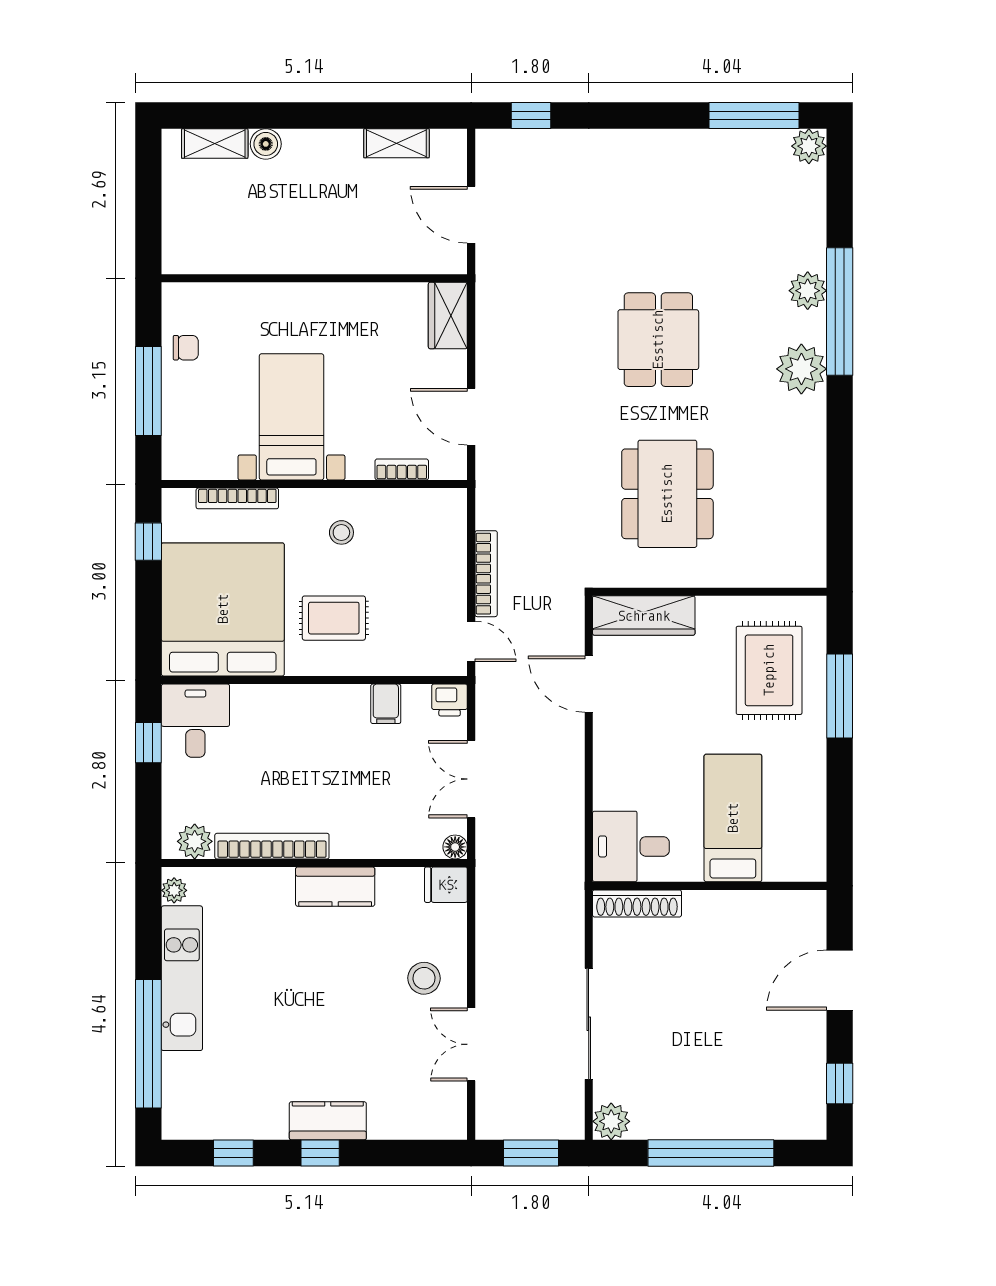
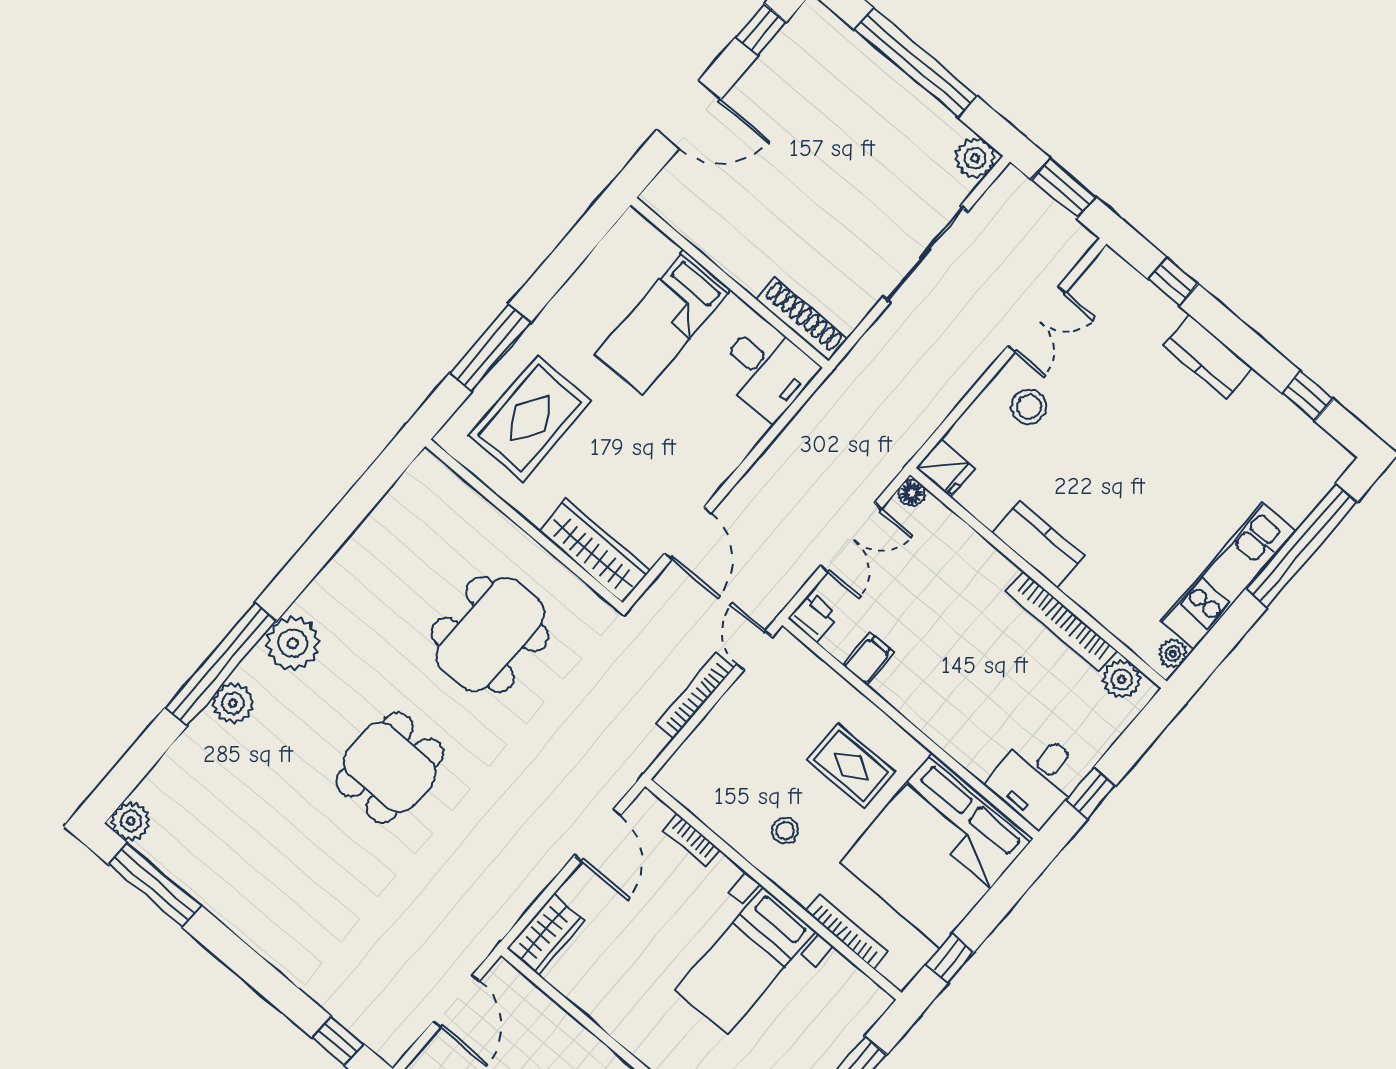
window: (320, 1153) -> (1173, 282), moved

